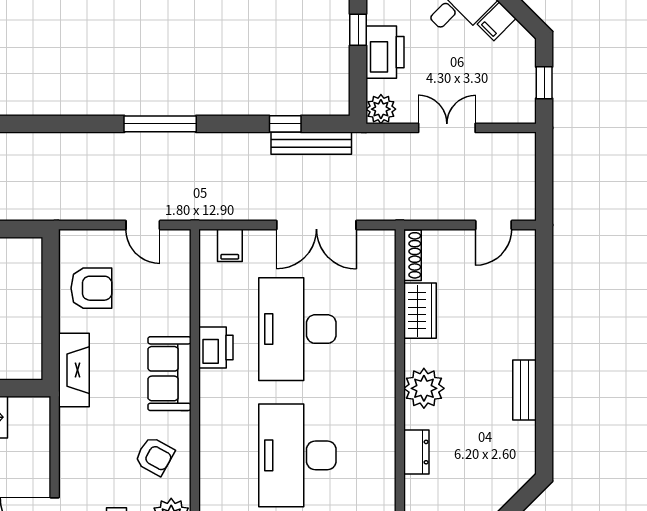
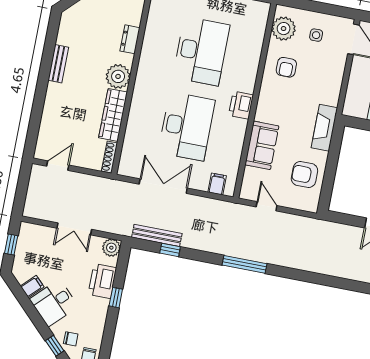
wardrobe: (420, 311) -> (113, 115), width x1.50
printer: (216, 348) -> (241, 105), moved
sofa: (169, 374) -> (262, 145), moved
armchair: (155, 456) -> (286, 67), turned -119

